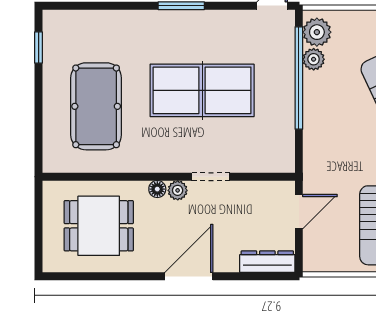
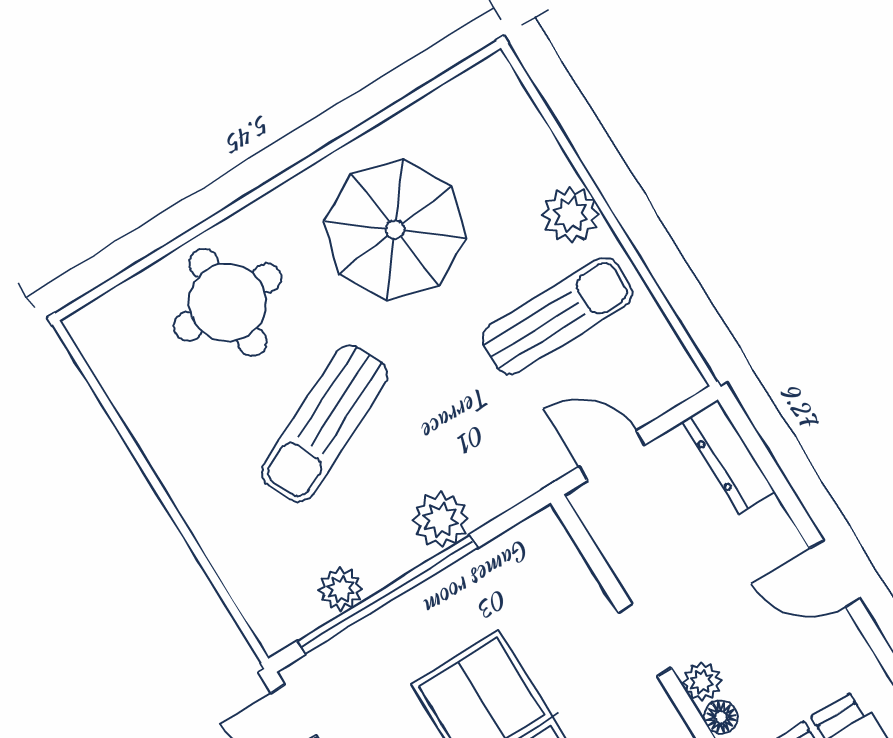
plant: (317, 32) -> (441, 520), moved
door: (189, 276) -> (835, 573), width x0.73

